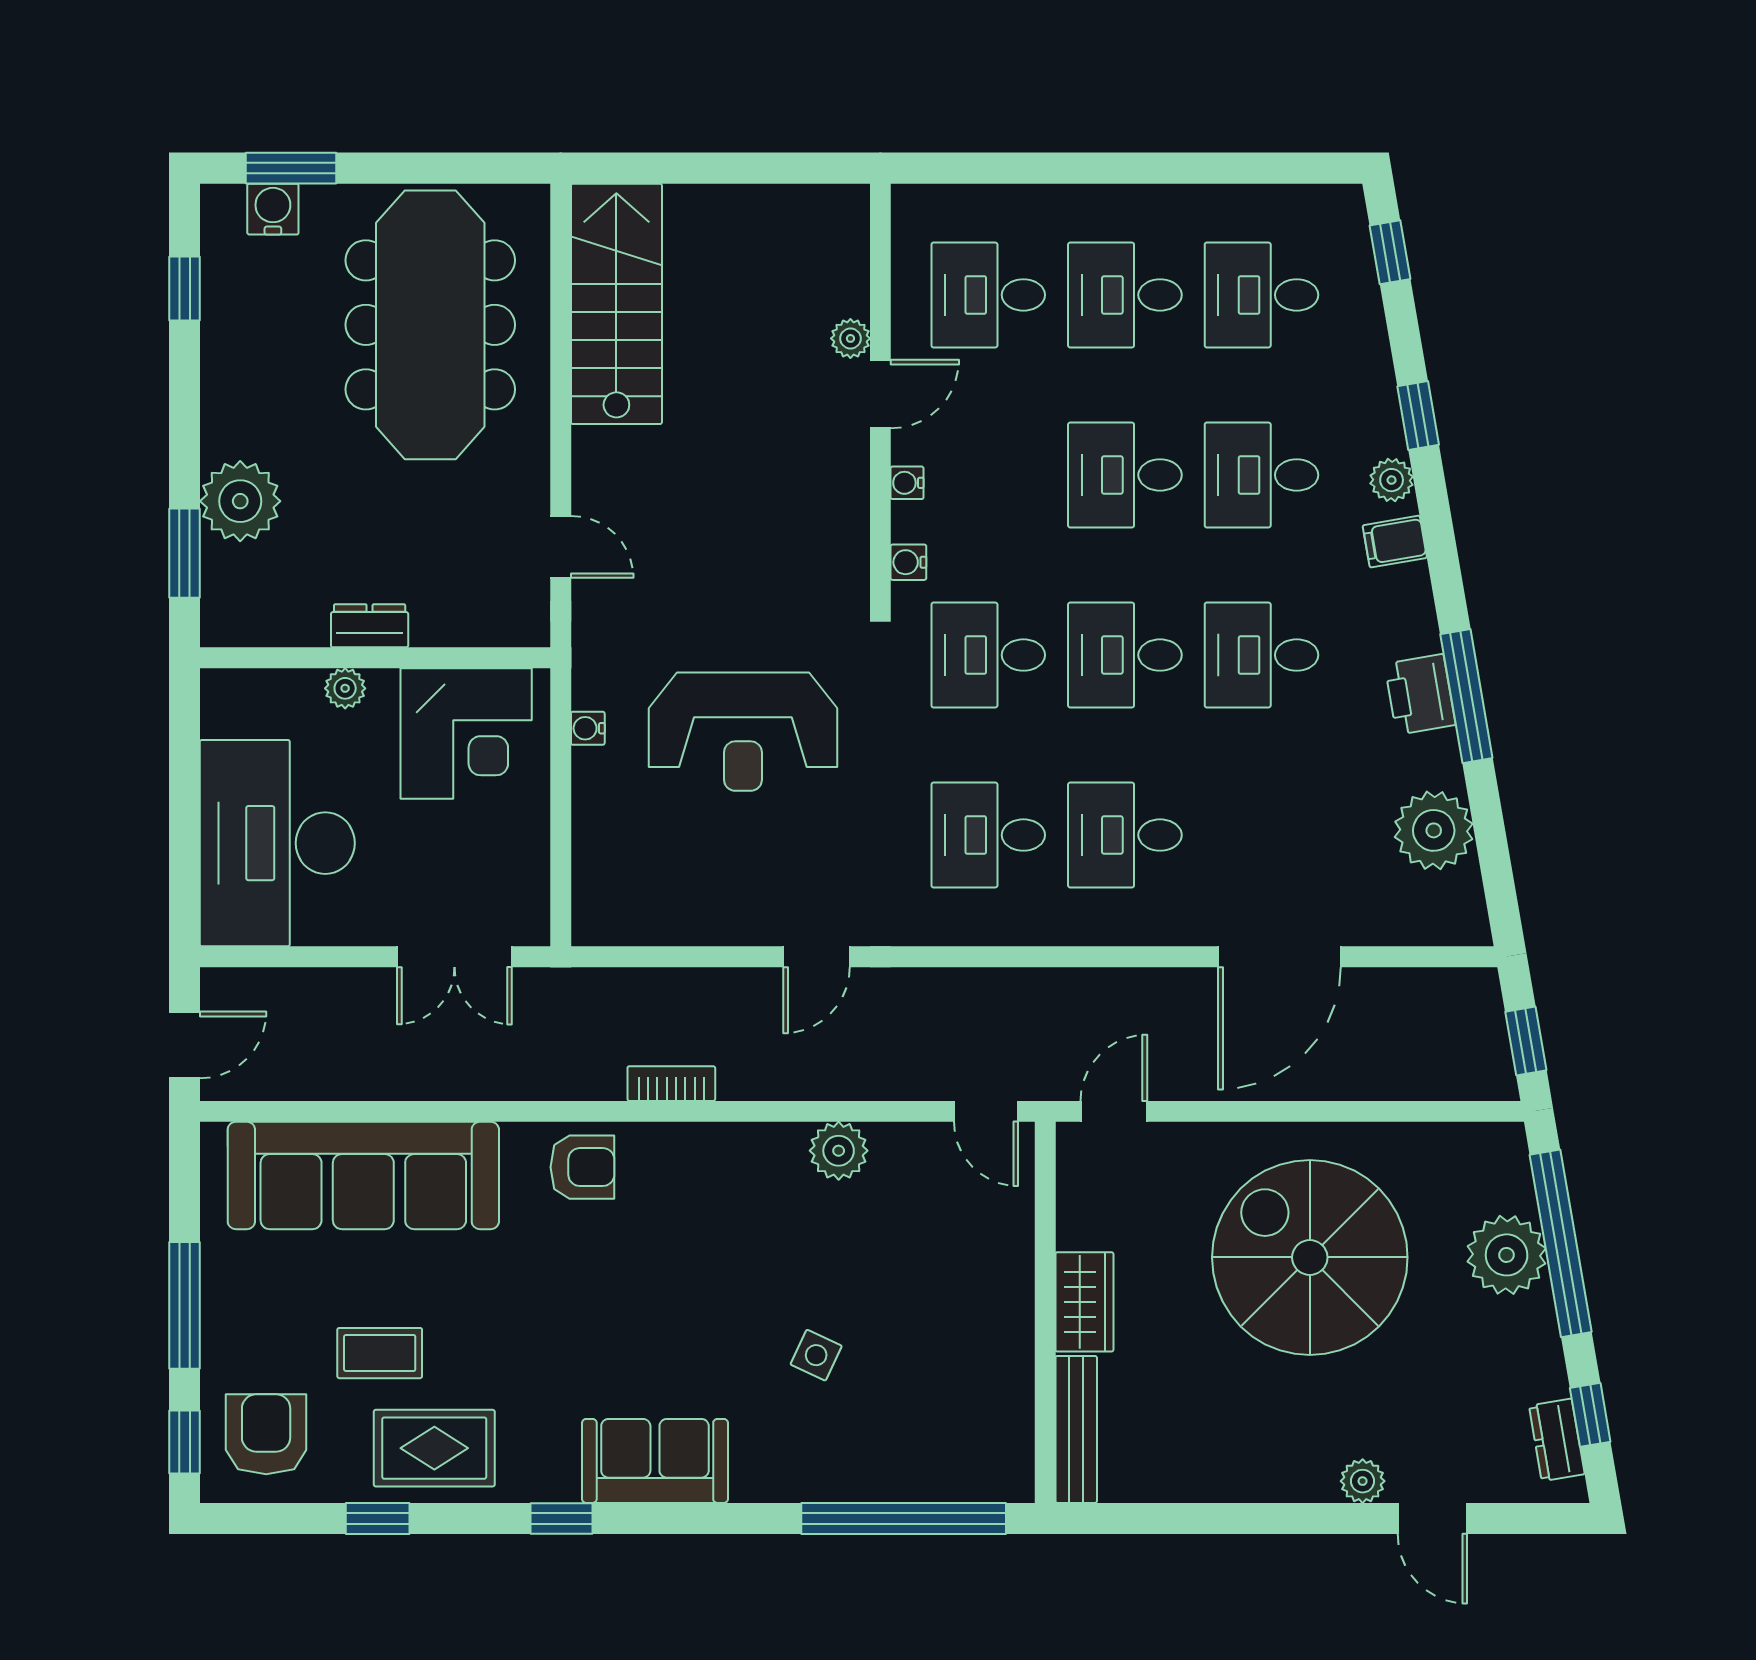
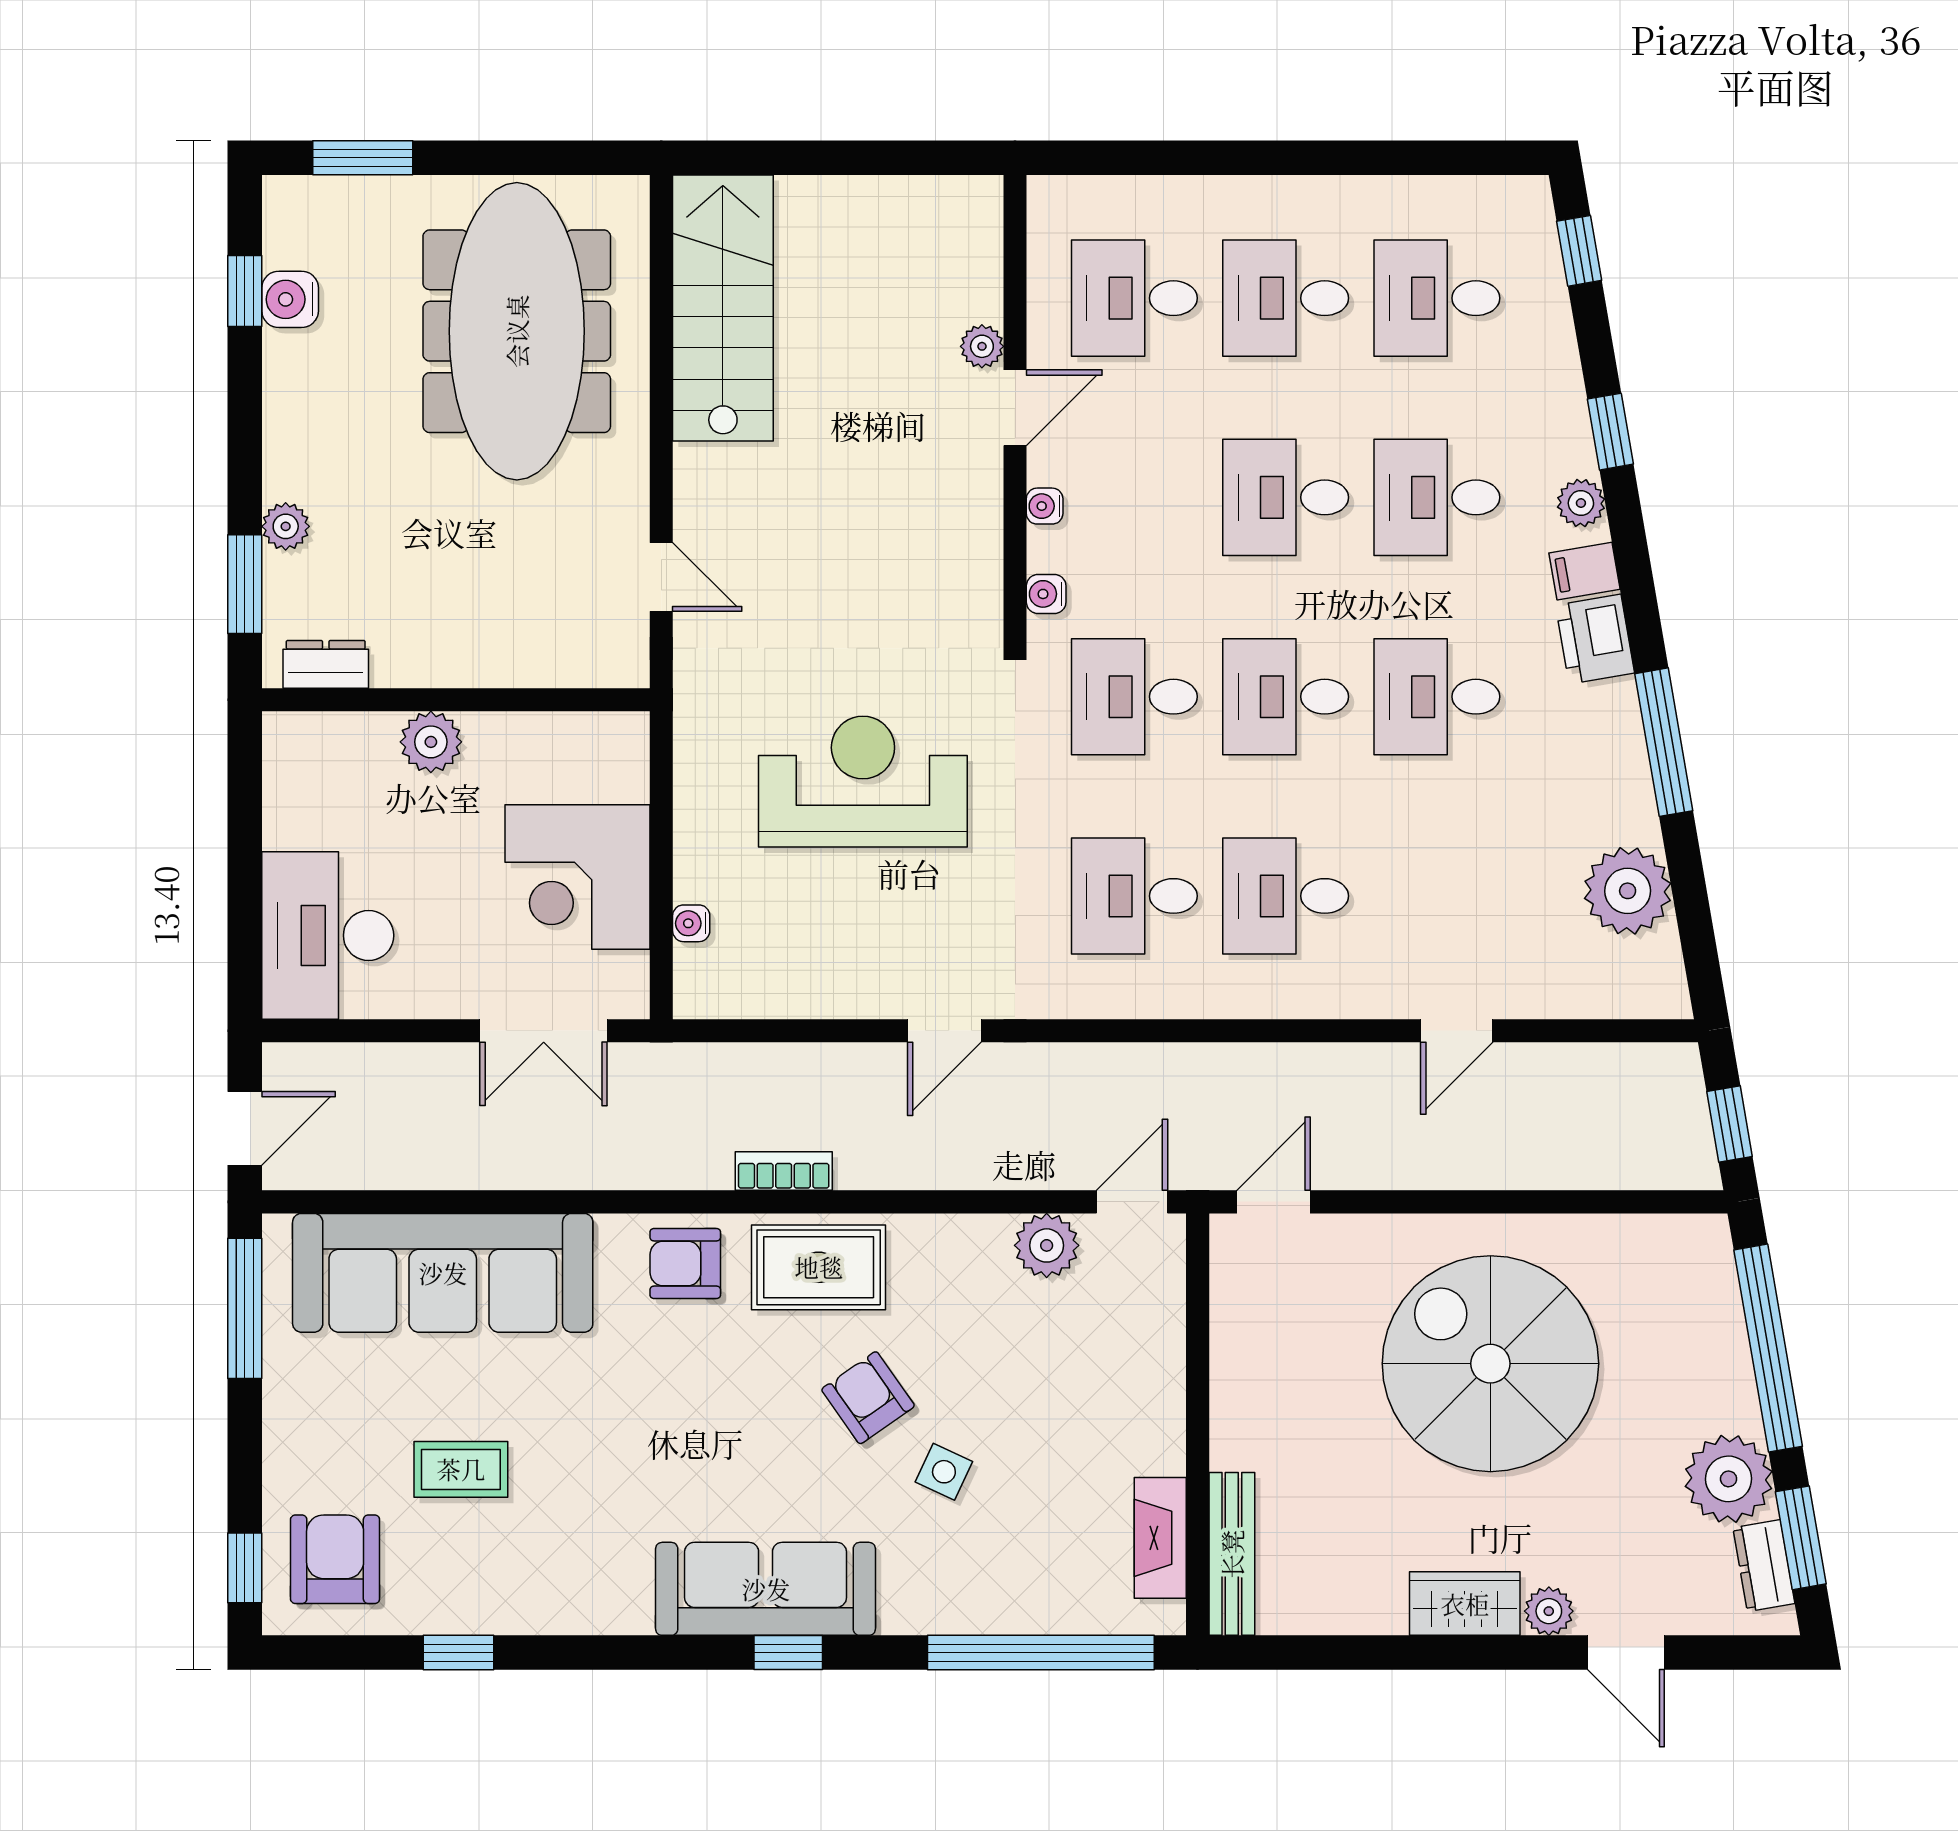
water cooler: (273, 209) -> (290, 299), moved, turned -90
plant: (240, 501) -> (286, 526), width x0.53, depth x0.53
dresser: (370, 626) -> (326, 664), moved
plant: (345, 688) -> (431, 742), width x1.38, depth x1.38
printer: (1420, 694) -> (1595, 639), moved
water cooler: (588, 728) -> (691, 923), moved
reception desk: (743, 732) -> (863, 782), turned 180
corner desk: (466, 733) -> (577, 877), moved, turned 90
desk: (277, 843) -> (328, 935), width x0.73, depth x0.77
door: (1279, 957) -> (1457, 1031), width x0.53
door: (986, 1111) -> (1132, 1202), swing flipped
plant: (839, 1151) -> (1047, 1245), moved
armchair: (582, 1167) -> (685, 1263), turned 180
plant: (1507, 1255) -> (1729, 1479), moved
armchair: (748, 1288) -> (868, 1398), added
wardrobe: (1084, 1302) -> (1465, 1604), moved, turned -90
window: (185, 1305) -> (245, 1308), moved
fireplace: (1012, 1415) -> (1160, 1538), added
window: (1590, 1415) -> (1801, 1538), width x1.50
rug: (434, 1448) -> (819, 1267), moved
sofa: (655, 1461) -> (766, 1589), width x1.36
window: (561, 1519) -> (788, 1653), moved

